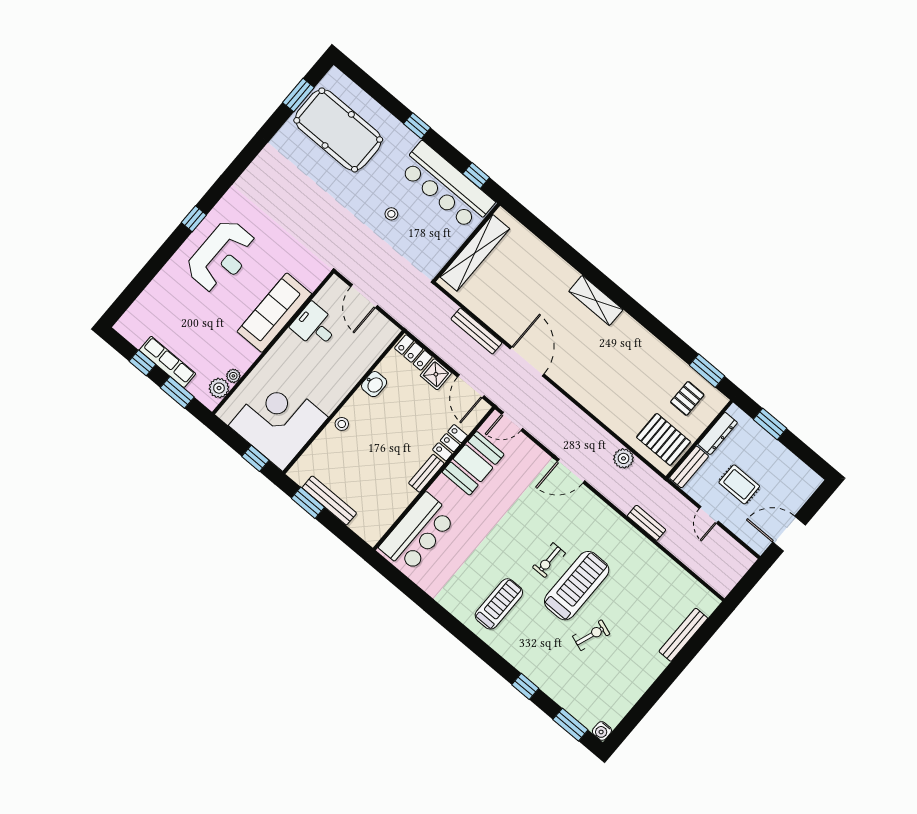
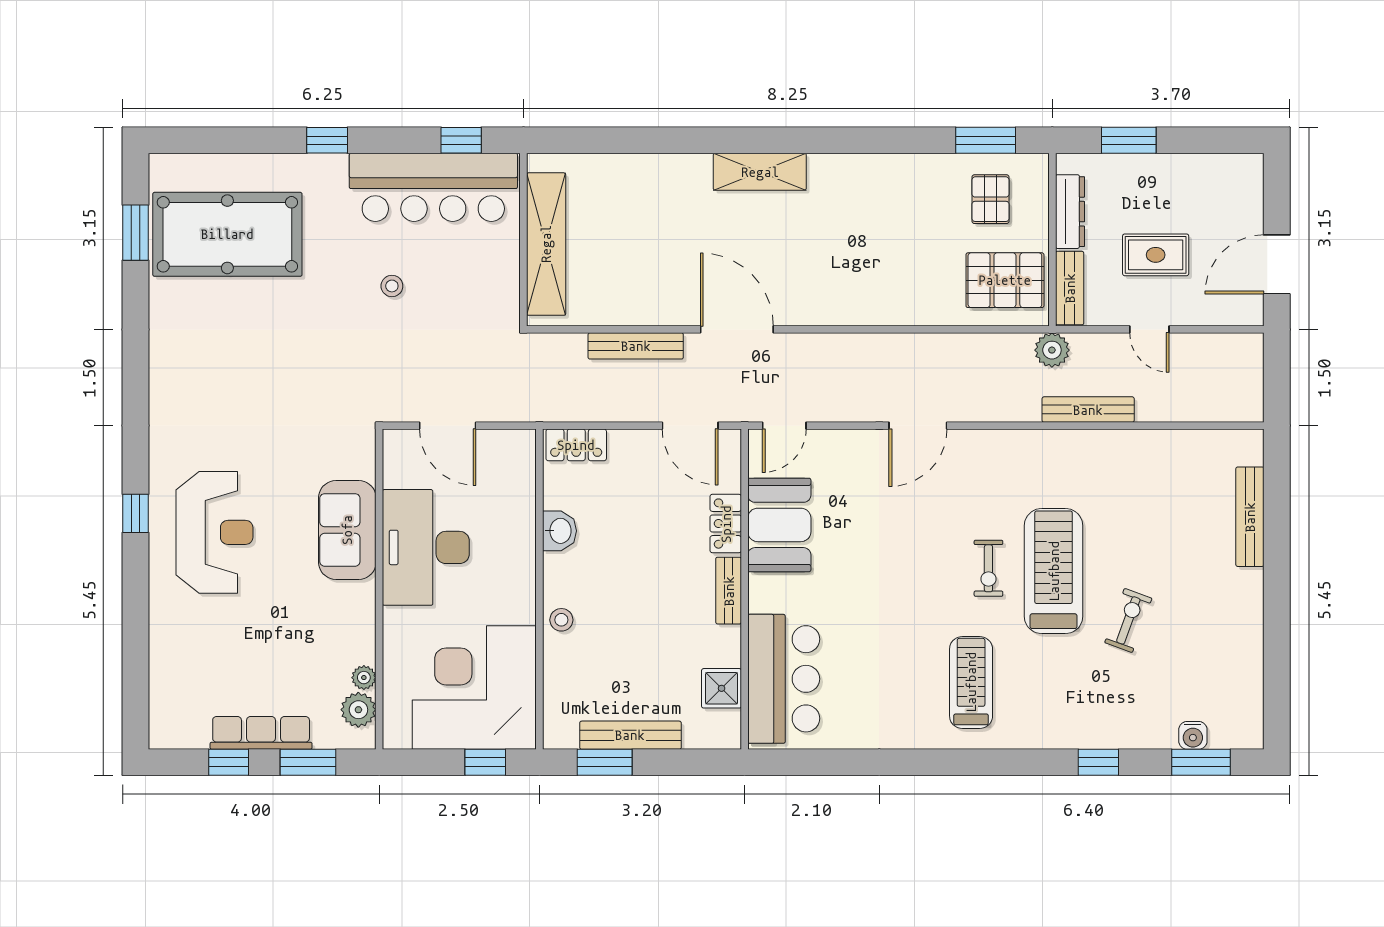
sofa: (274, 313) -> (347, 530), width x0.73
desk: (315, 326) -> (426, 547), width x1.87, depth x1.30
shower: (436, 374) -> (722, 688), moved
plant: (624, 458) -> (1052, 350), moved
bench: (647, 523) -> (1088, 410), width x1.36
water cooler: (602, 731) -> (1193, 735), moved

